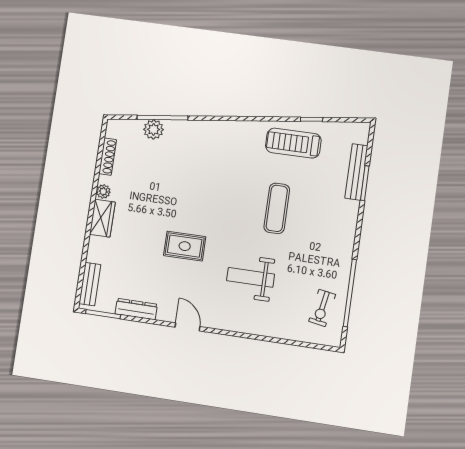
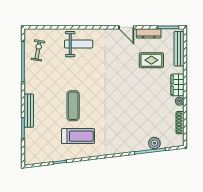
treadmill: (293, 143) -> (78, 136), moved
bench: (356, 172) -> (29, 111), moved
rug: (185, 246) -> (151, 60), moved
weight bench: (251, 277) -> (79, 44), moved
bench: (90, 284) -> (179, 49), width x1.36
door: (187, 327) -> (126, 27), moved

